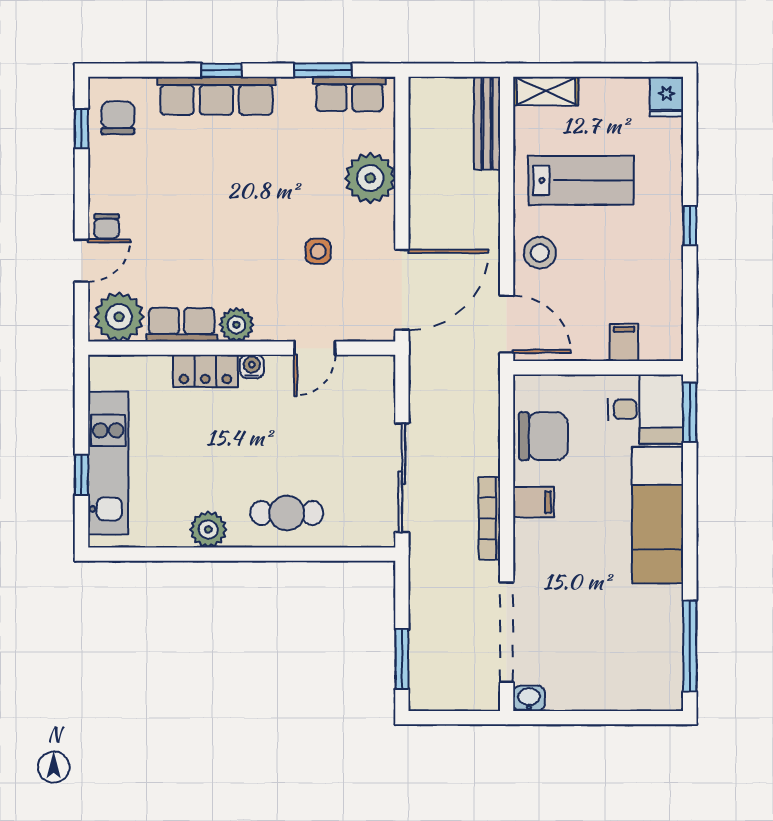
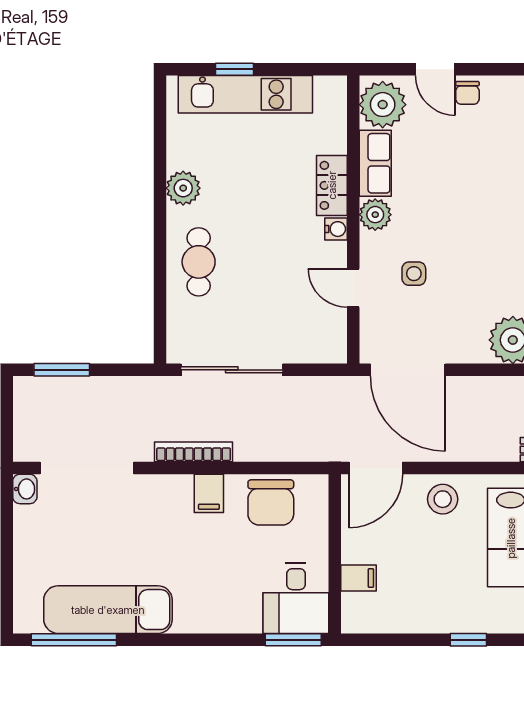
chair: (107, 226) -> (467, 93), turned -90
side table: (318, 251) -> (414, 274), moved
exam couch: (658, 515) -> (108, 610), moved

